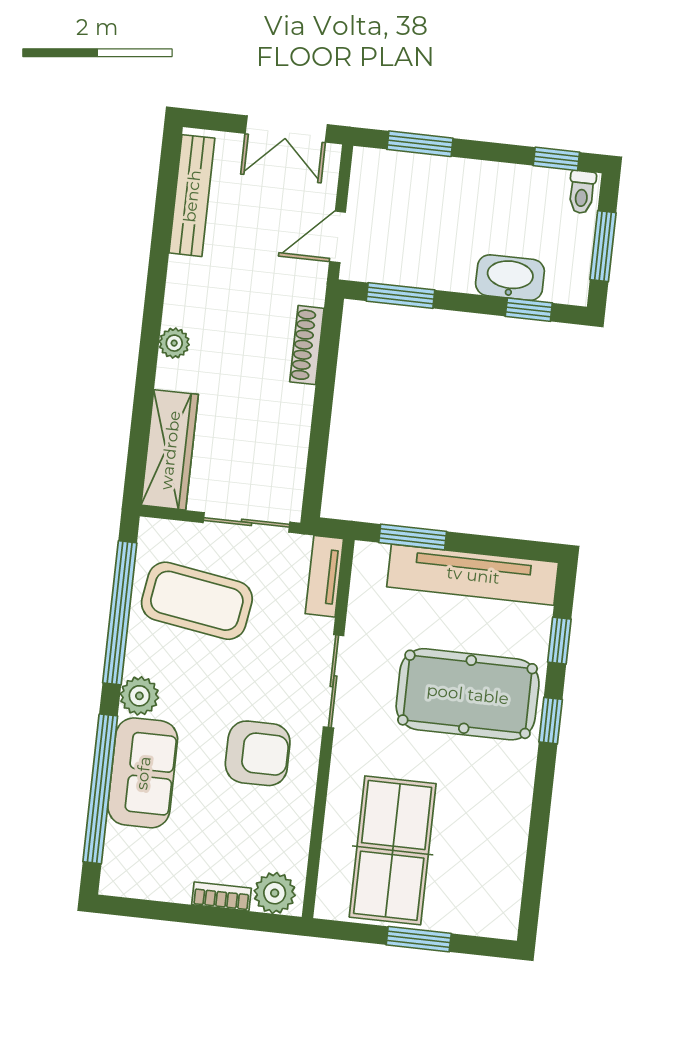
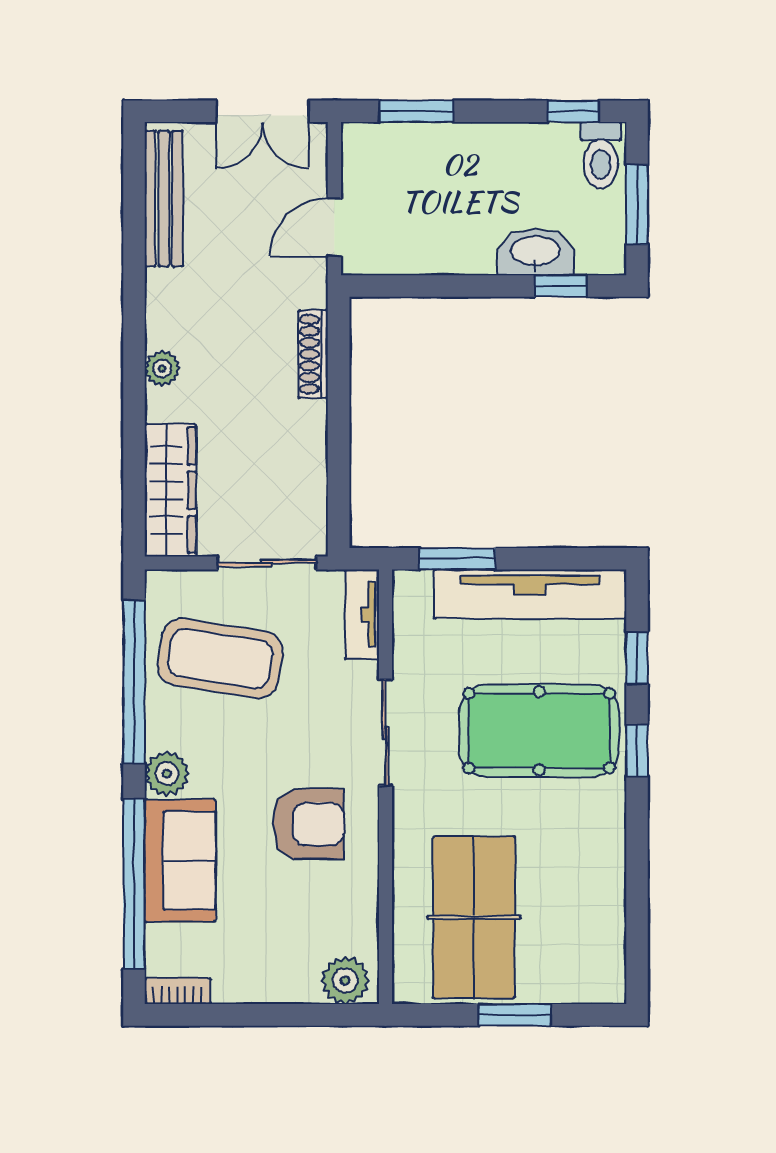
toilet: (582, 192) -> (601, 155), width x1.37, depth x1.39
window: (401, 295) -> (413, 286), removed
bookcase: (221, 896) -> (178, 991), moved

